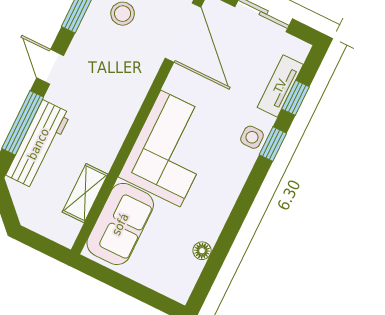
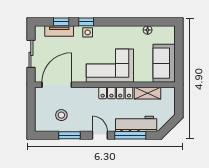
door: (50, 67) -> (100, 135), swing flipped
locker: (114, 135) -> (116, 93), added
sofa: (120, 224) -> (164, 63), moved, turned -90

